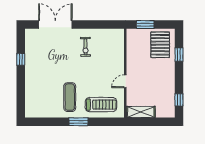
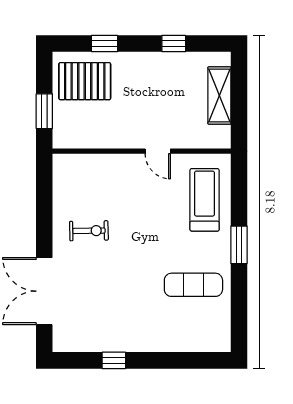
exercise mat: (70, 97) -> (193, 285), moved
window: (179, 100) -> (174, 44), moved
shelving: (141, 112) -> (219, 96), moved

